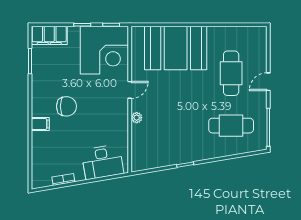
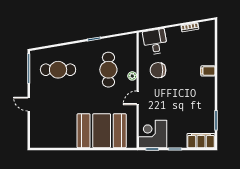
corner desk: (104, 50) -> (153, 134), width x0.74, depth x0.74
cafe table: (231, 73) -> (108, 70), moved
door: (268, 82) -> (29, 104), swing flipped
chair: (66, 106) -> (158, 70), moved
desk: (102, 162) -> (155, 42), width x0.73

